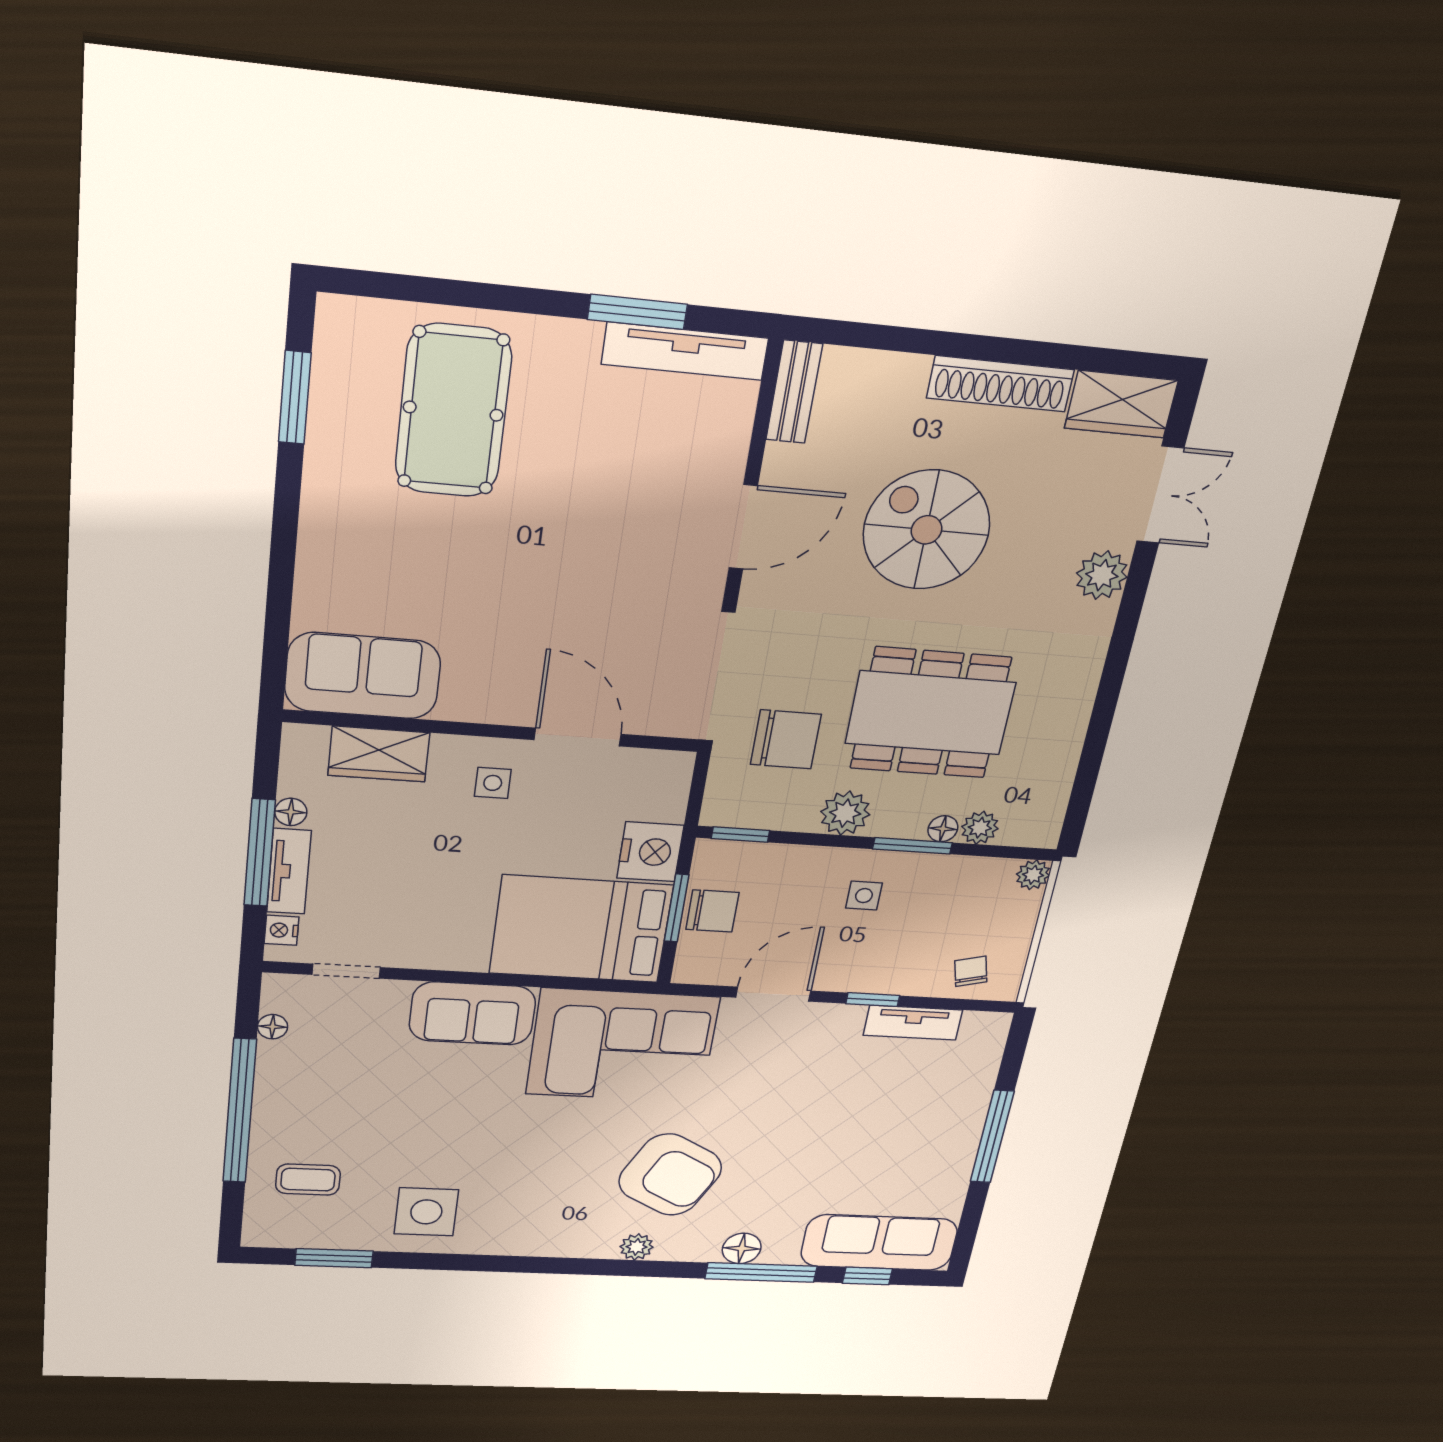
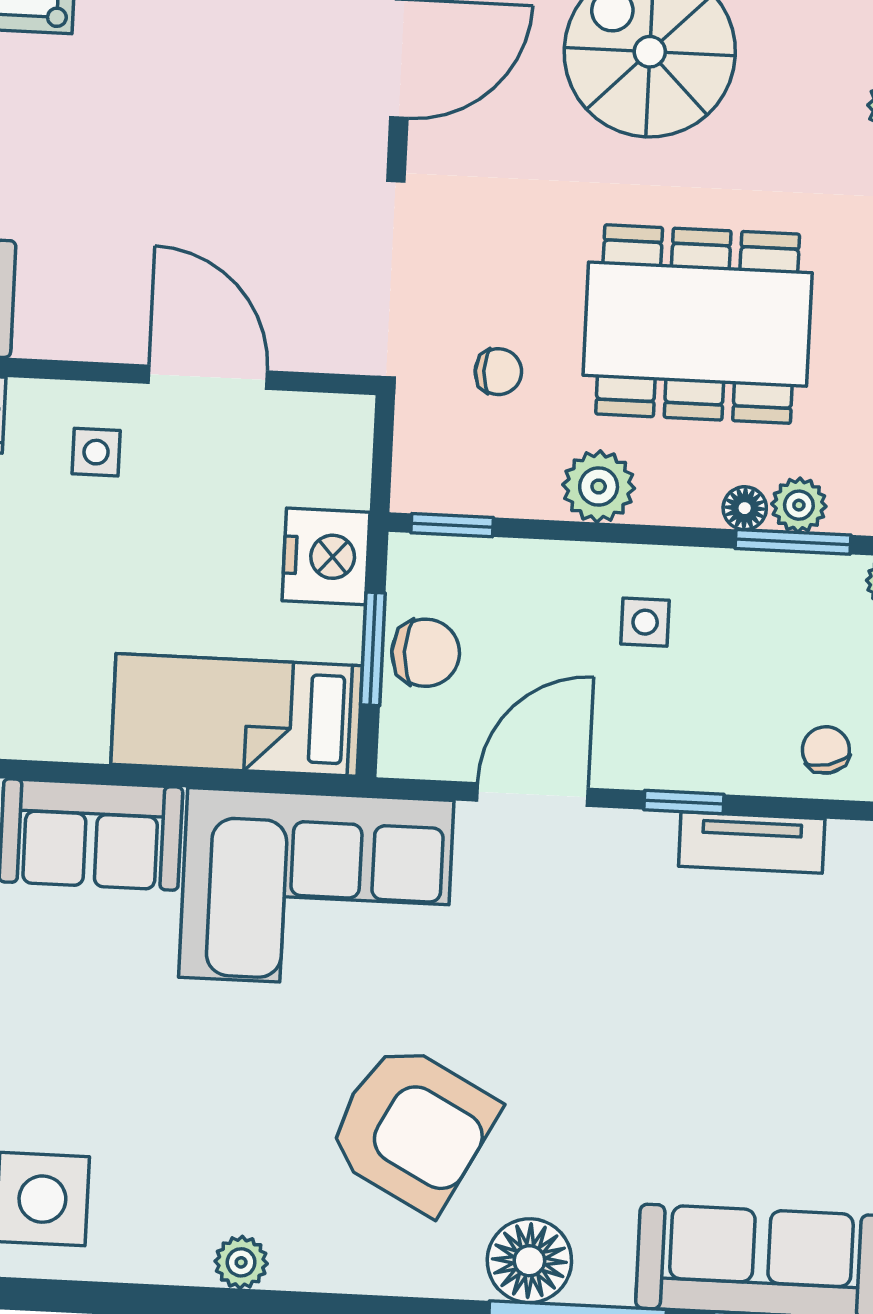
chair: (786, 739) -> (498, 372), width x0.54, depth x0.54
window: (913, 846) -> (793, 542), moved
bed: (581, 929) -> (237, 715), width x0.67
plant: (637, 1247) -> (241, 1262), moved
floor lamp: (742, 1248) -> (529, 1261), width x1.38, depth x1.38

